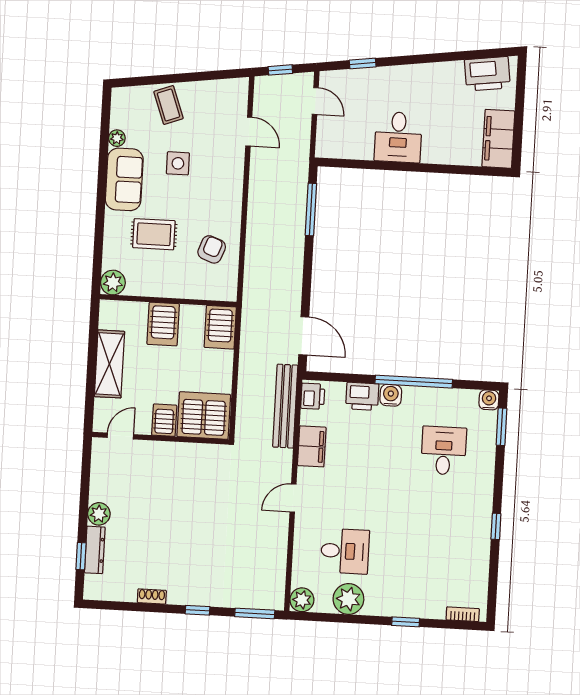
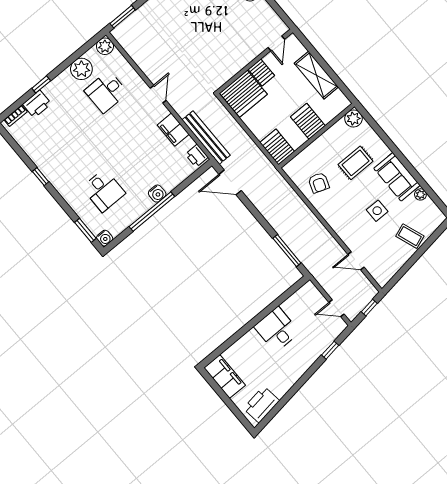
printer: (362, 396) -> (37, 104), moved, turned 180

